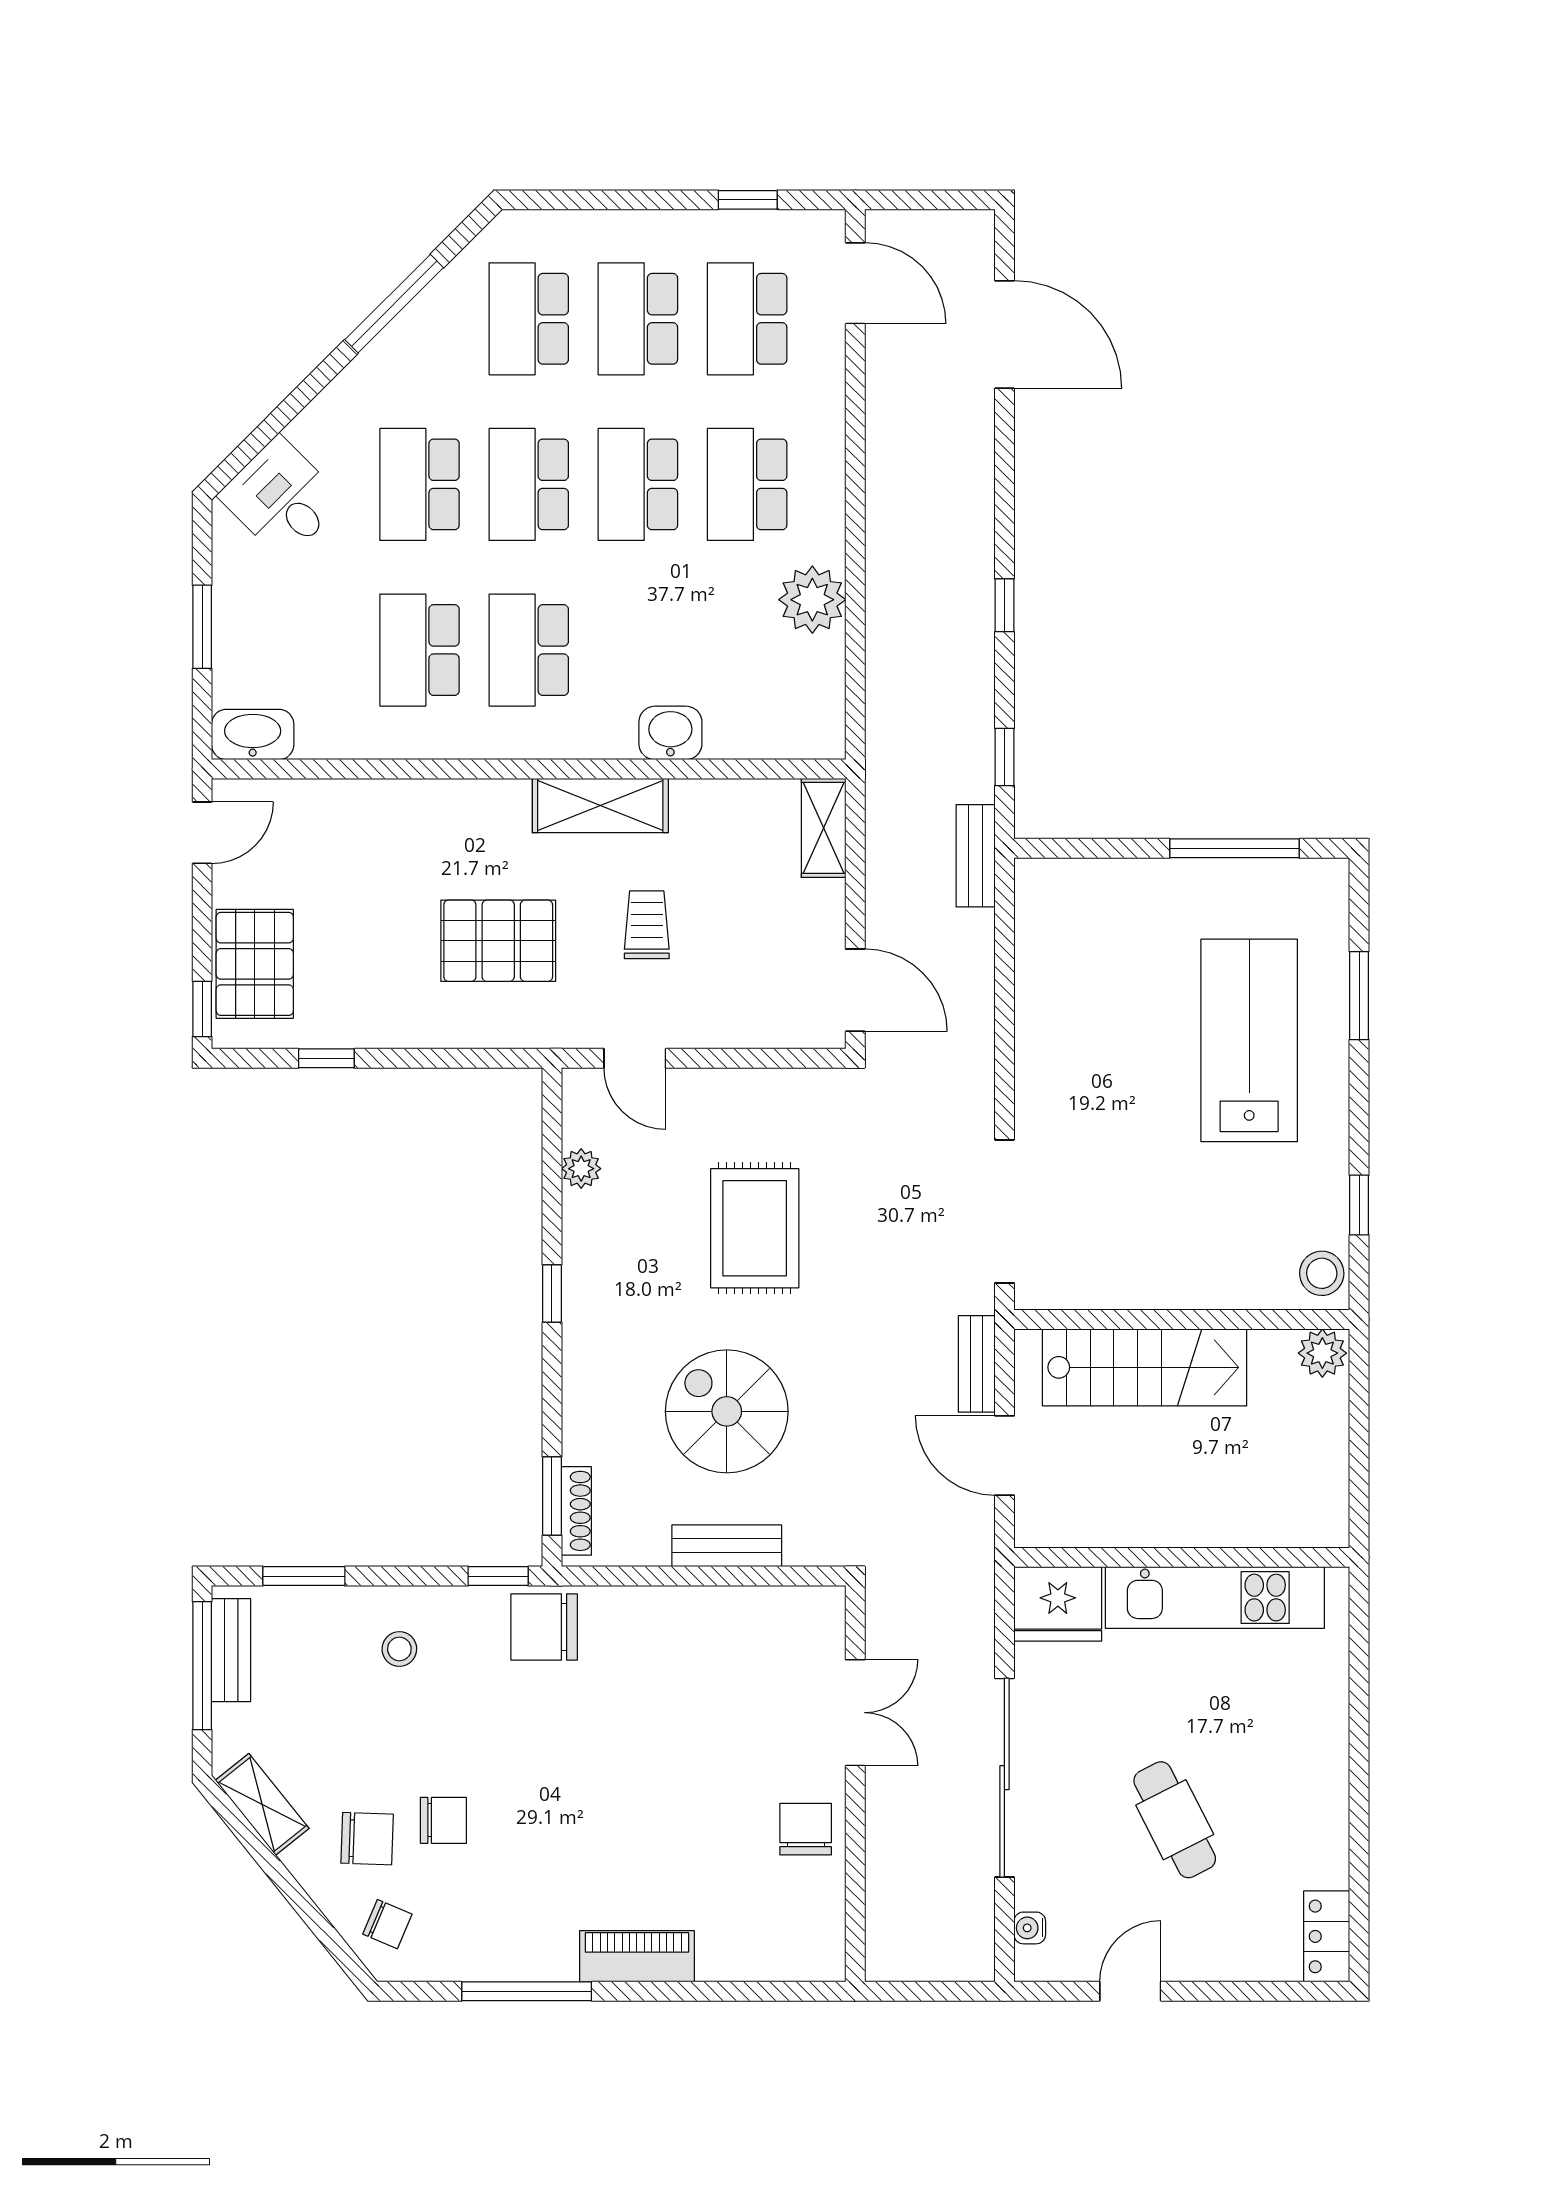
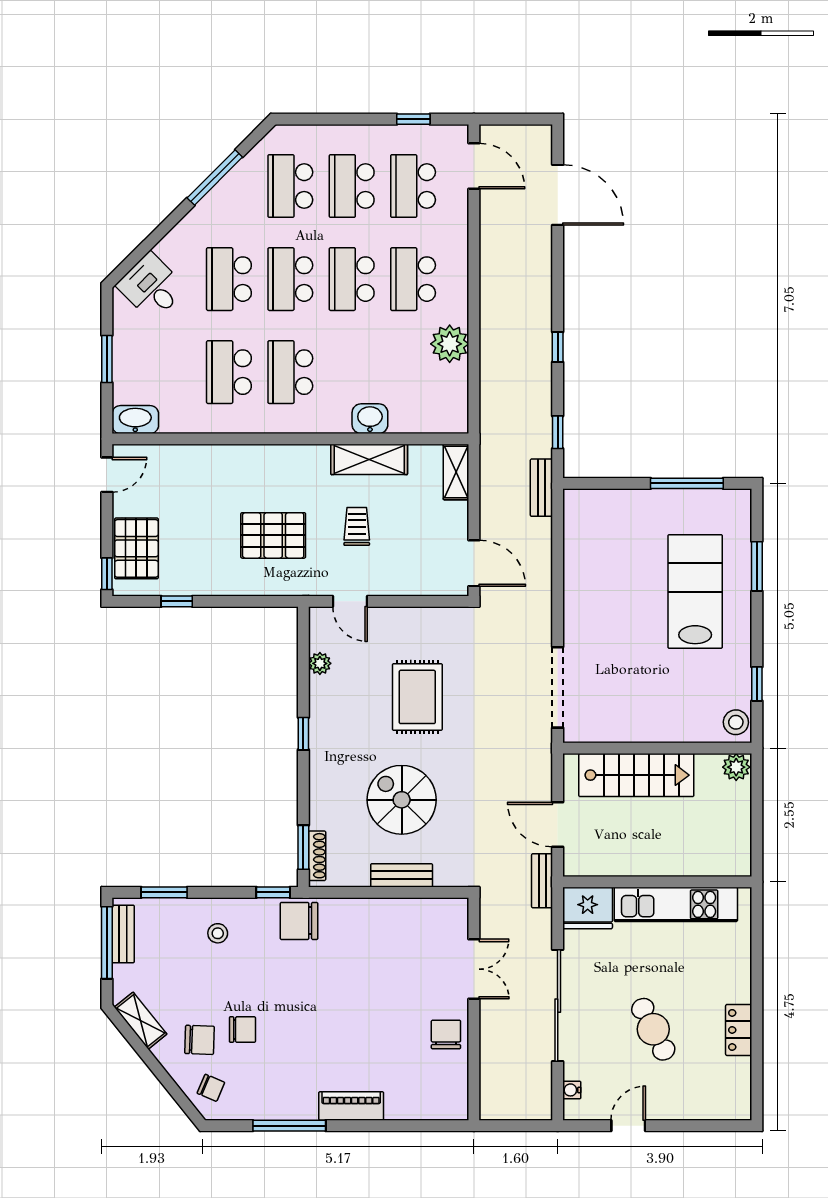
shelving: (600, 806) -> (369, 459), moved
bench: (977, 1364) -> (542, 881), moved
locker: (1327, 1936) -> (739, 1030), moved

